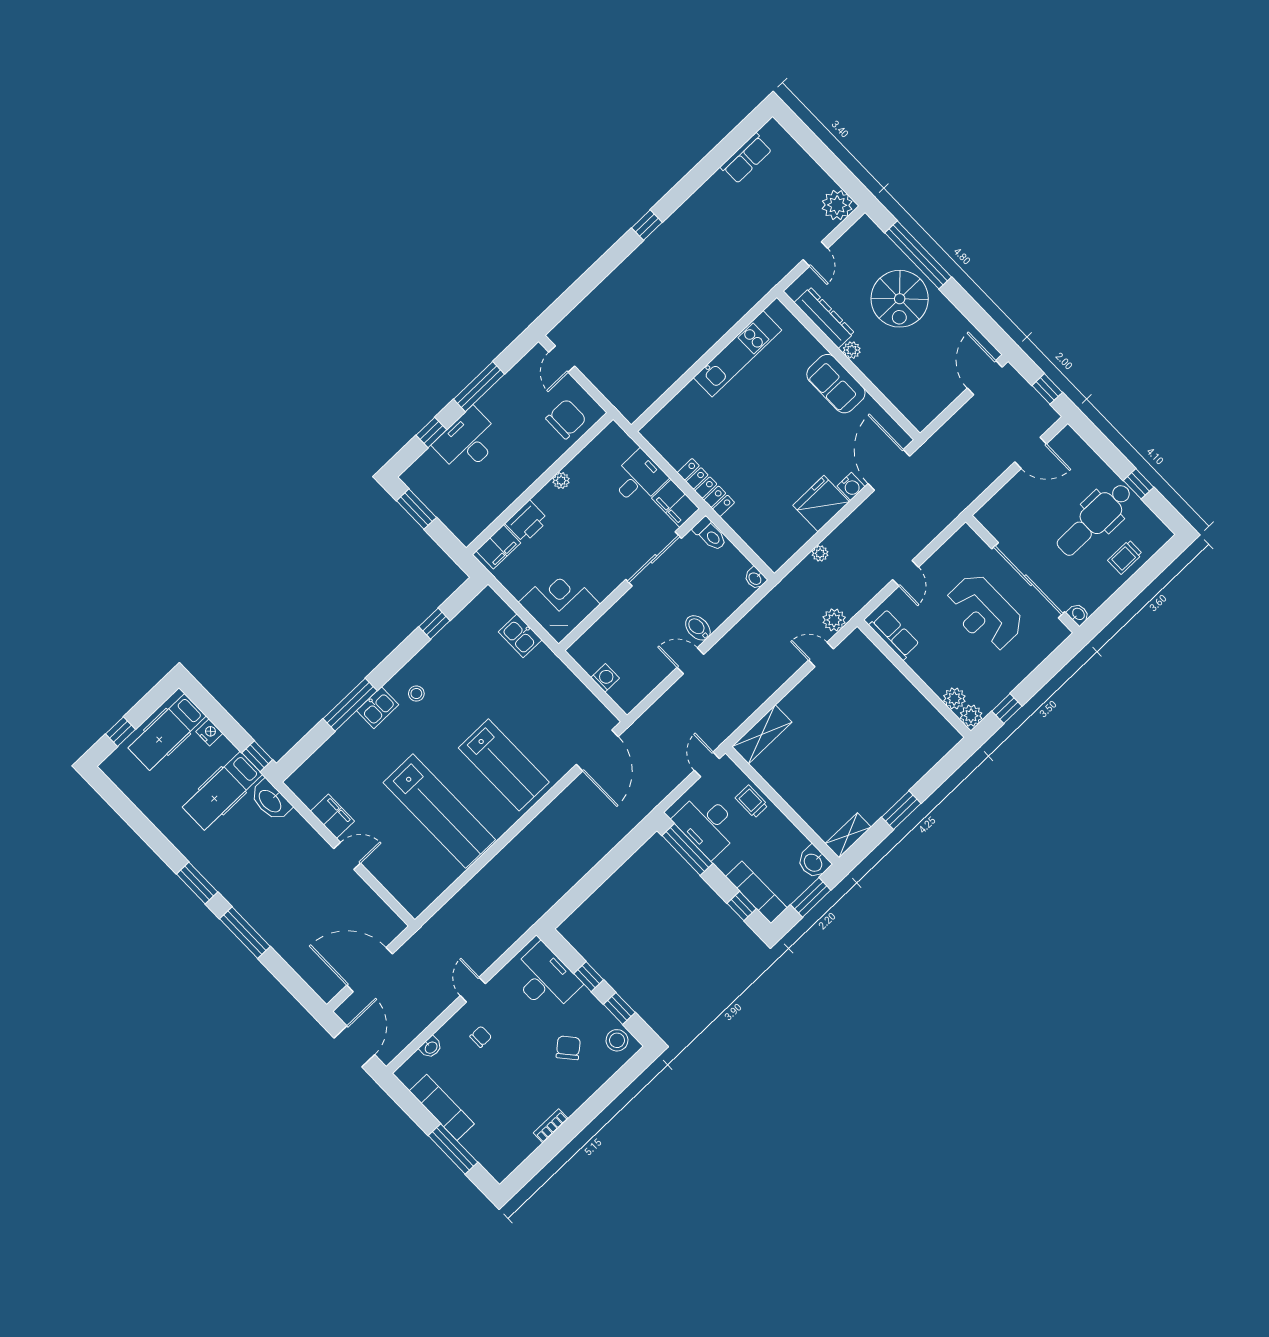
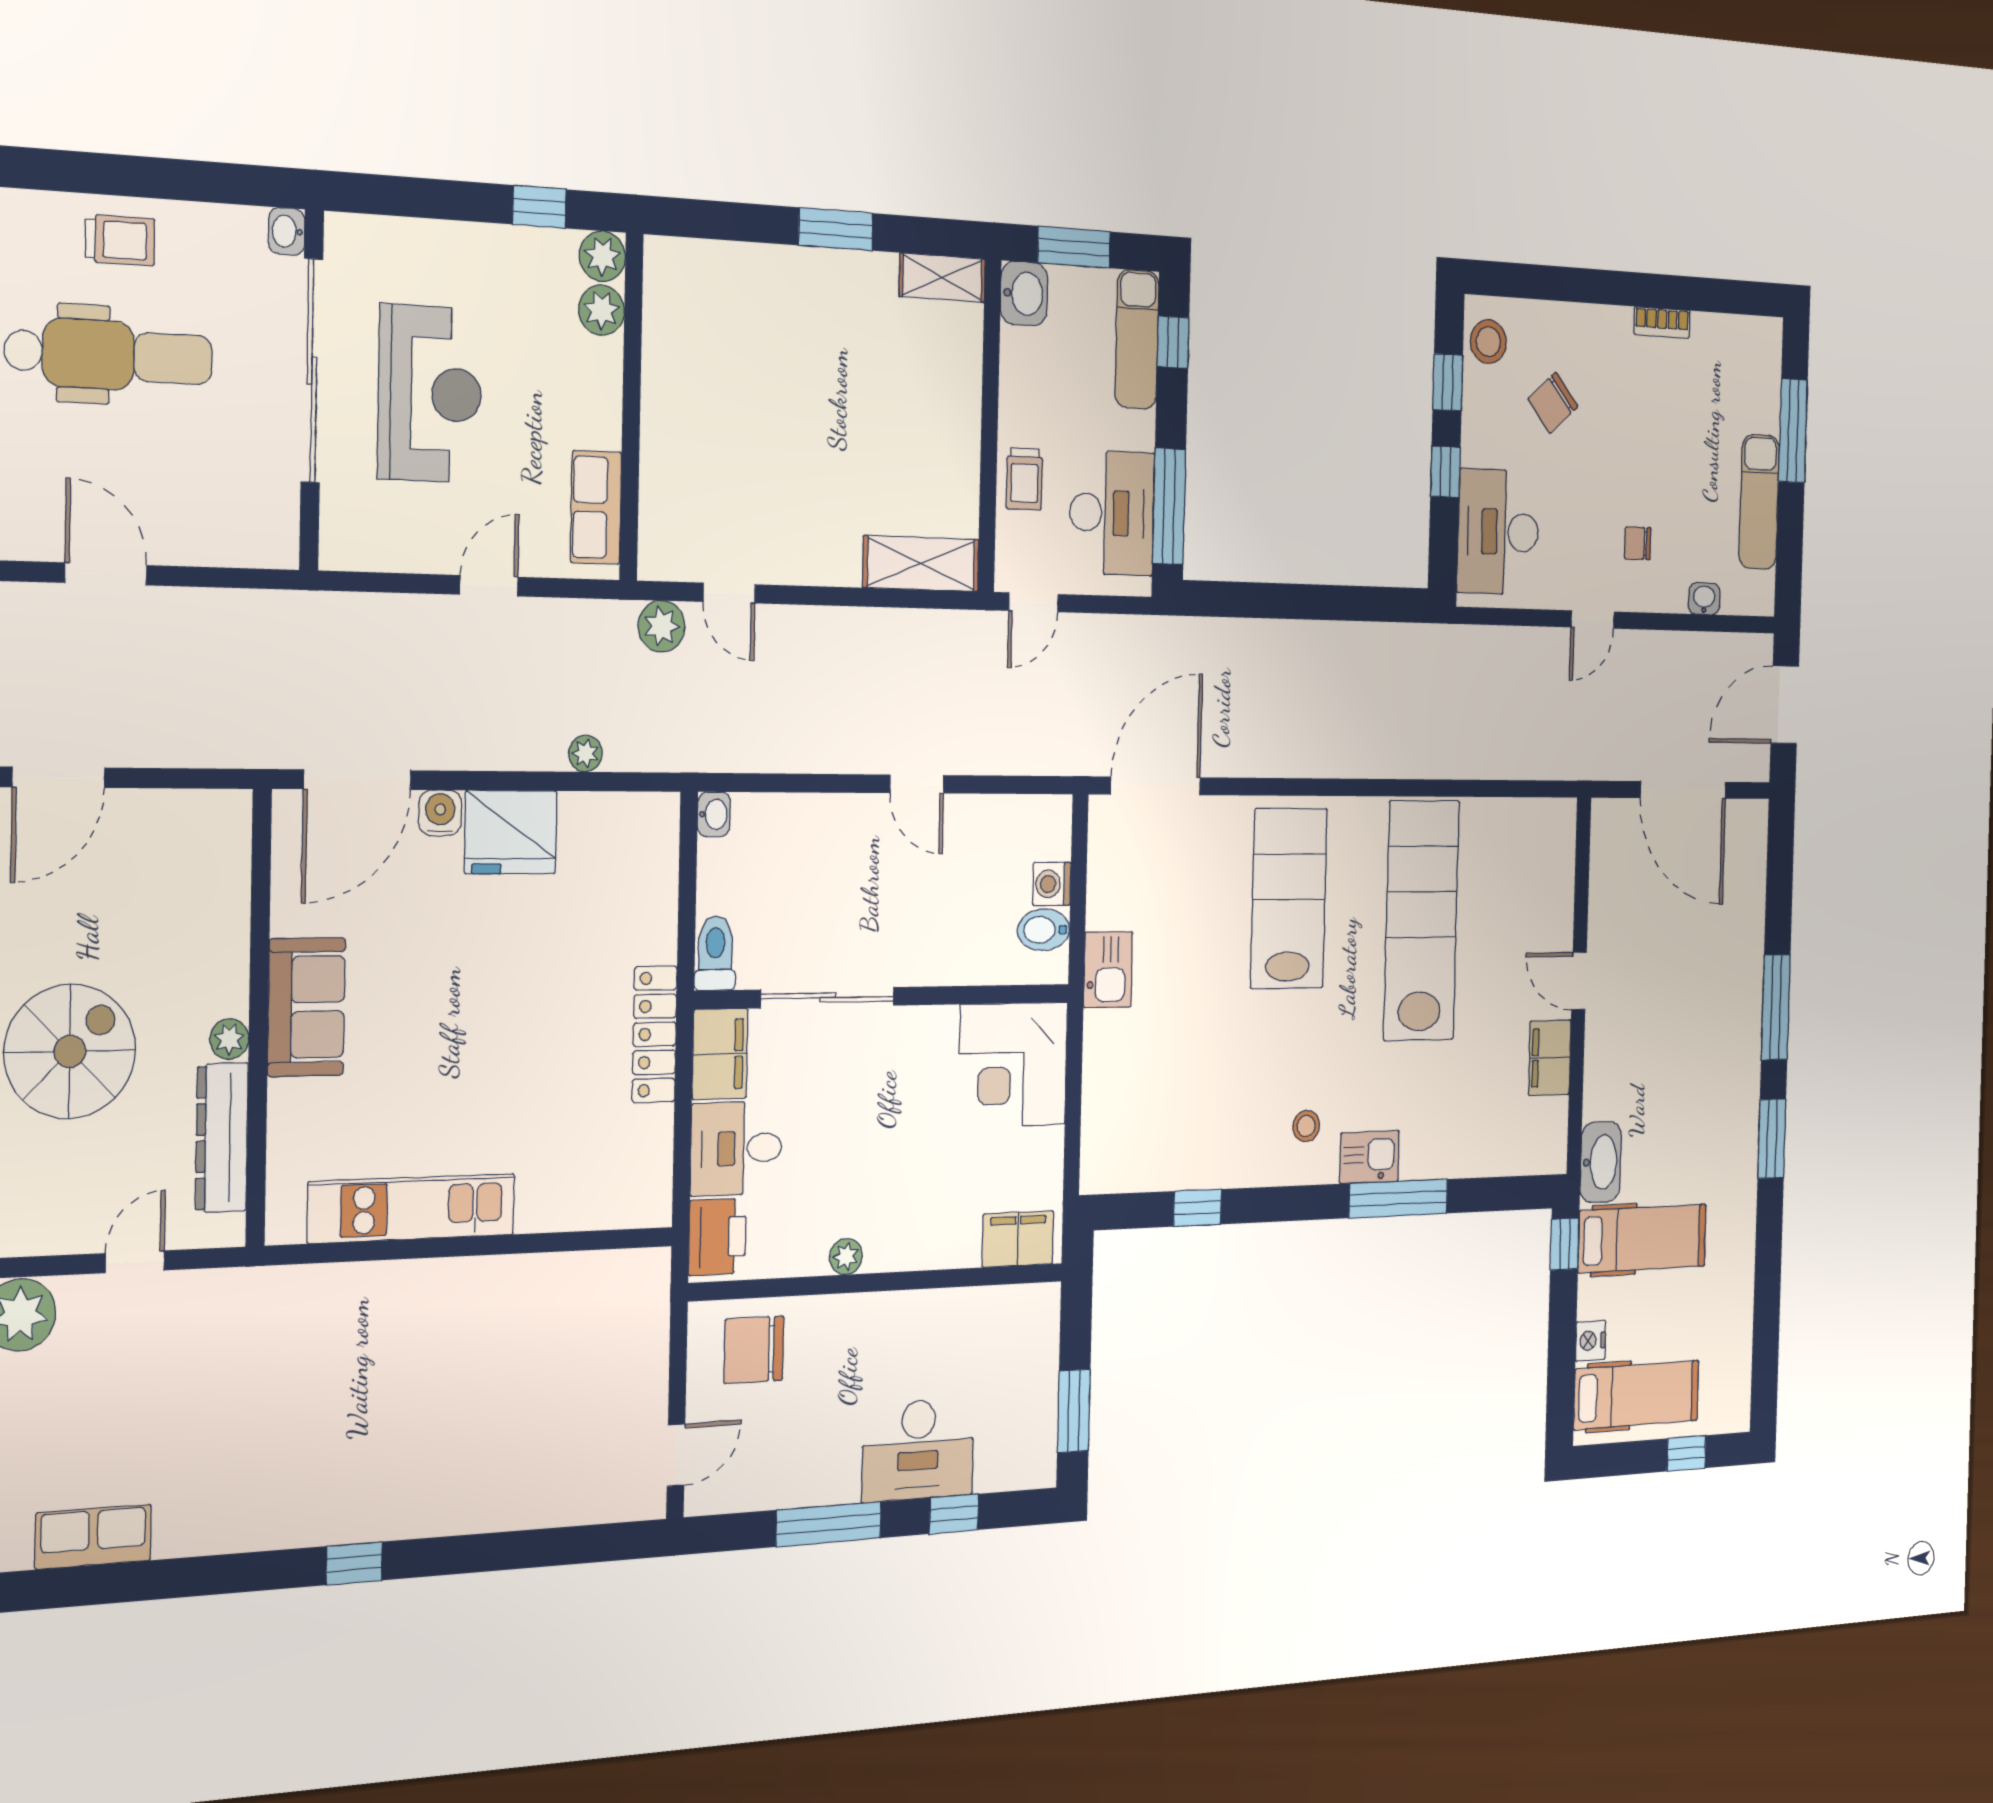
printer: (527, 522) -> (717, 1237), moved, turned 90
bidet: (698, 628) -> (1043, 930), moved, turned 90
kitchen sink: (520, 636) -> (1108, 970), moved

